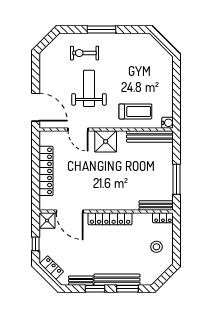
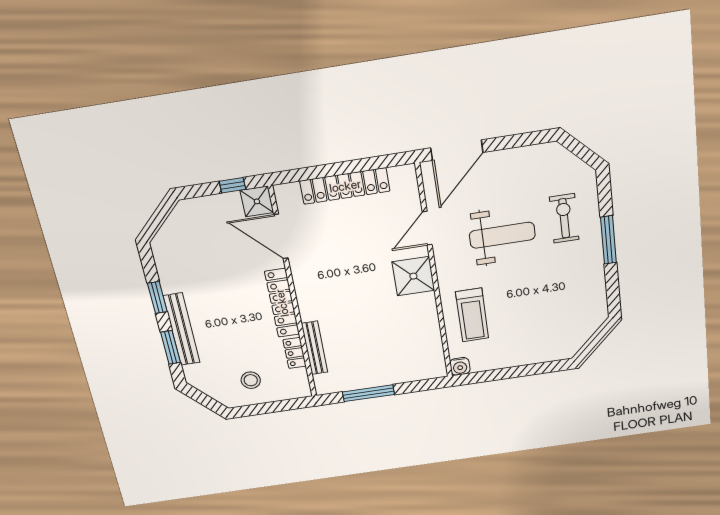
bench: (150, 136) -> (433, 343), removed
bench: (156, 205) -> (315, 348), moved
door: (70, 211) -> (281, 236), hinge flipped
locker: (163, 218) -> (295, 353), moved
window: (36, 244) -> (232, 185), moved
locker: (52, 268) -> (176, 222), removed
bench: (81, 281) -> (165, 273), removed

